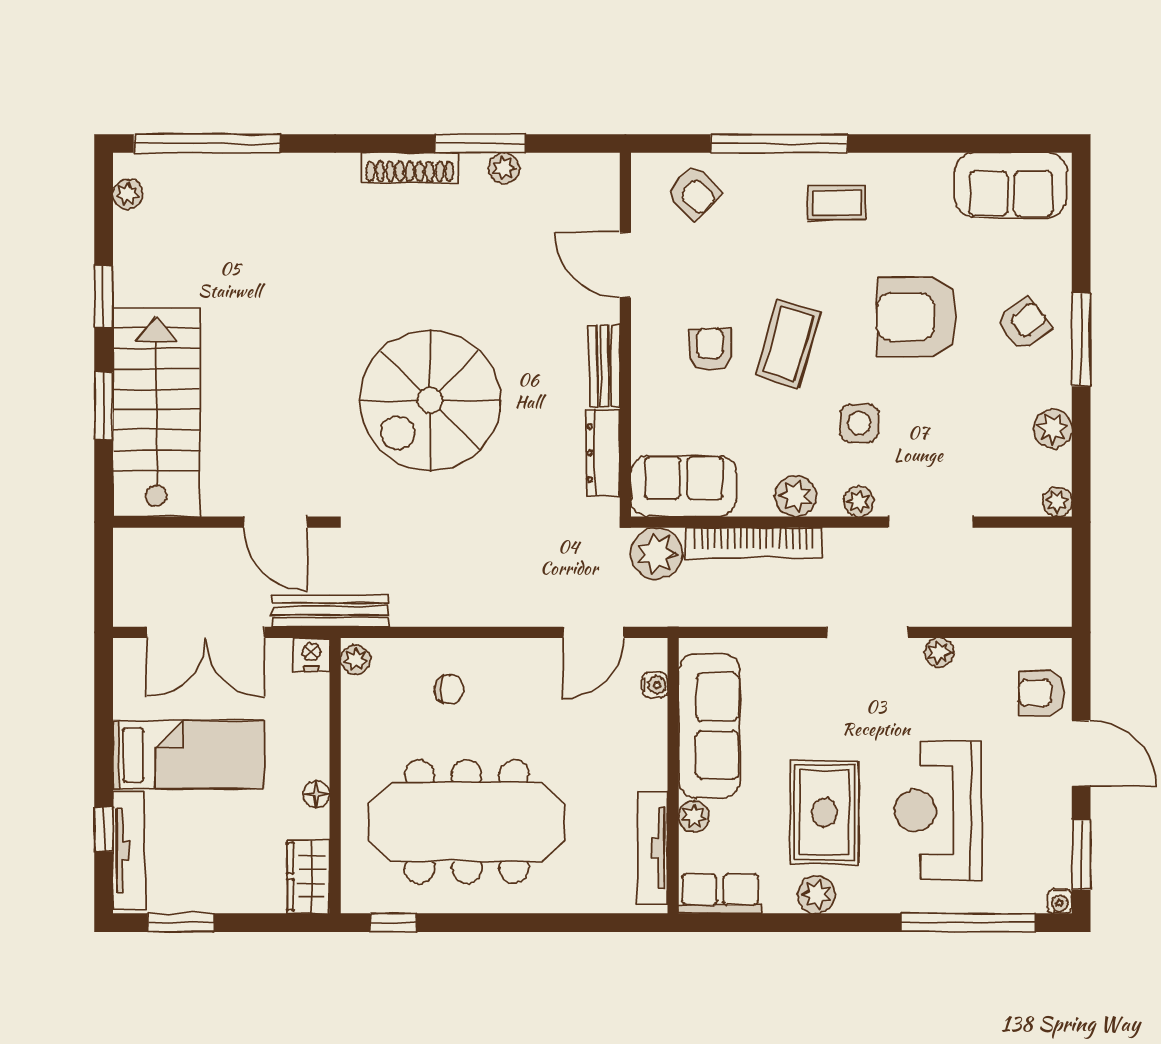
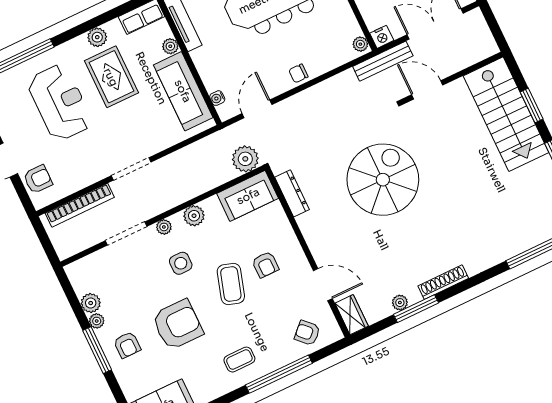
wardrobe: (600, 187) -> (352, 315), added
armchair: (1024, 324) -> (127, 345), turned -53
bench: (604, 366) -> (310, 234), removed
plant: (1057, 502) -> (97, 321), moved
bookcase: (754, 543) -> (80, 205), moved, turned 180
plant: (939, 652) -> (94, 175), removed
chair: (449, 689) -> (298, 73), moved

